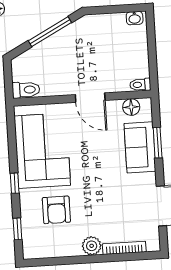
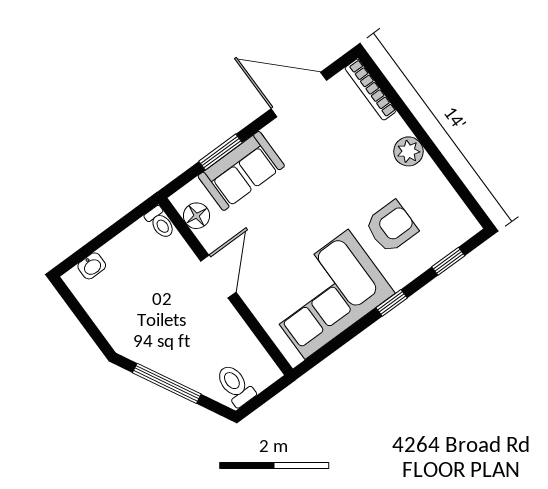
washbasin: (135, 18) -> (92, 266), moved, turned 90
toilet: (26, 90) -> (235, 385), moved
bookcase: (124, 248) -> (371, 89), moved

